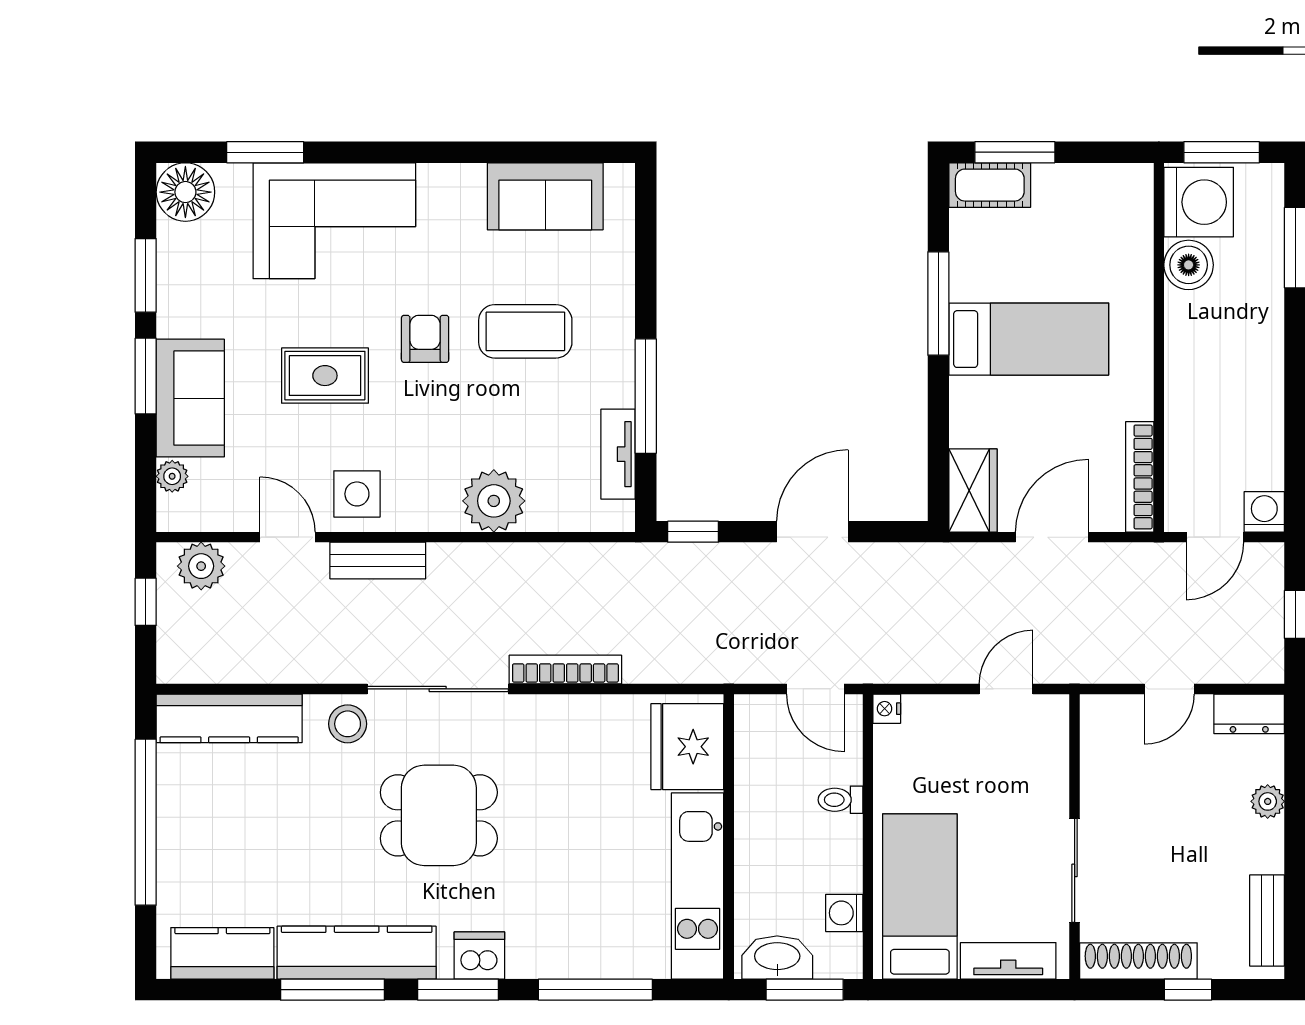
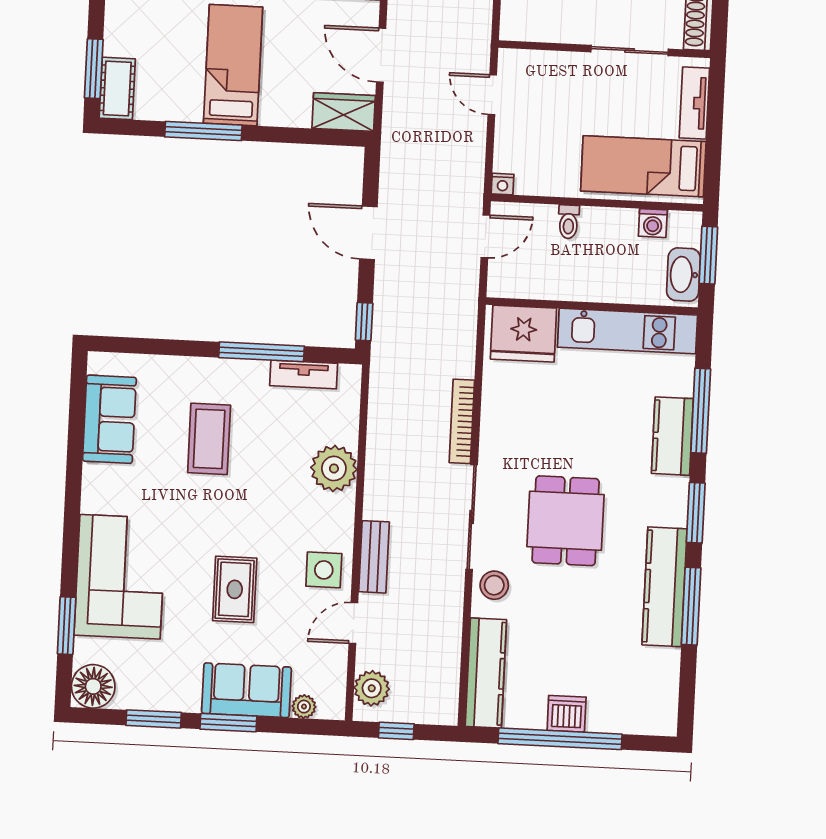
armchair: (425, 339) -> (211, 514), removed
kitchen counter: (222, 953) -> (672, 436), moved
dishwasher: (479, 955) -> (567, 714), moved, turned 90

